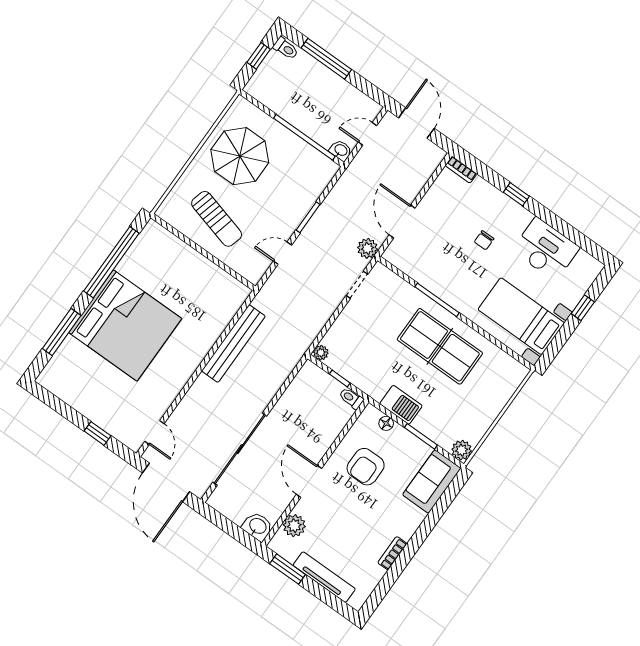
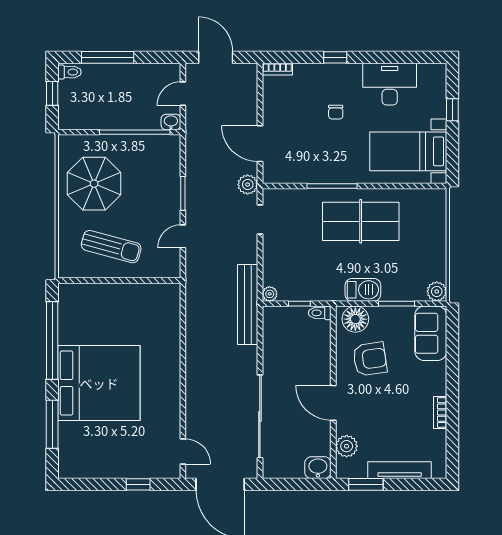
bench: (233, 344) -> (248, 305), moved
floor lamp: (386, 423) -> (355, 319), width x1.89, depth x1.89
armchair: (366, 467) -> (370, 359), turned -98

